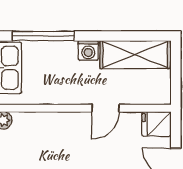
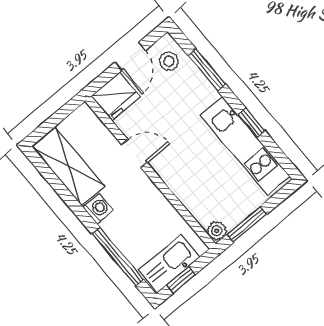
fridge: (157, 124) -> (115, 96), width x1.38

